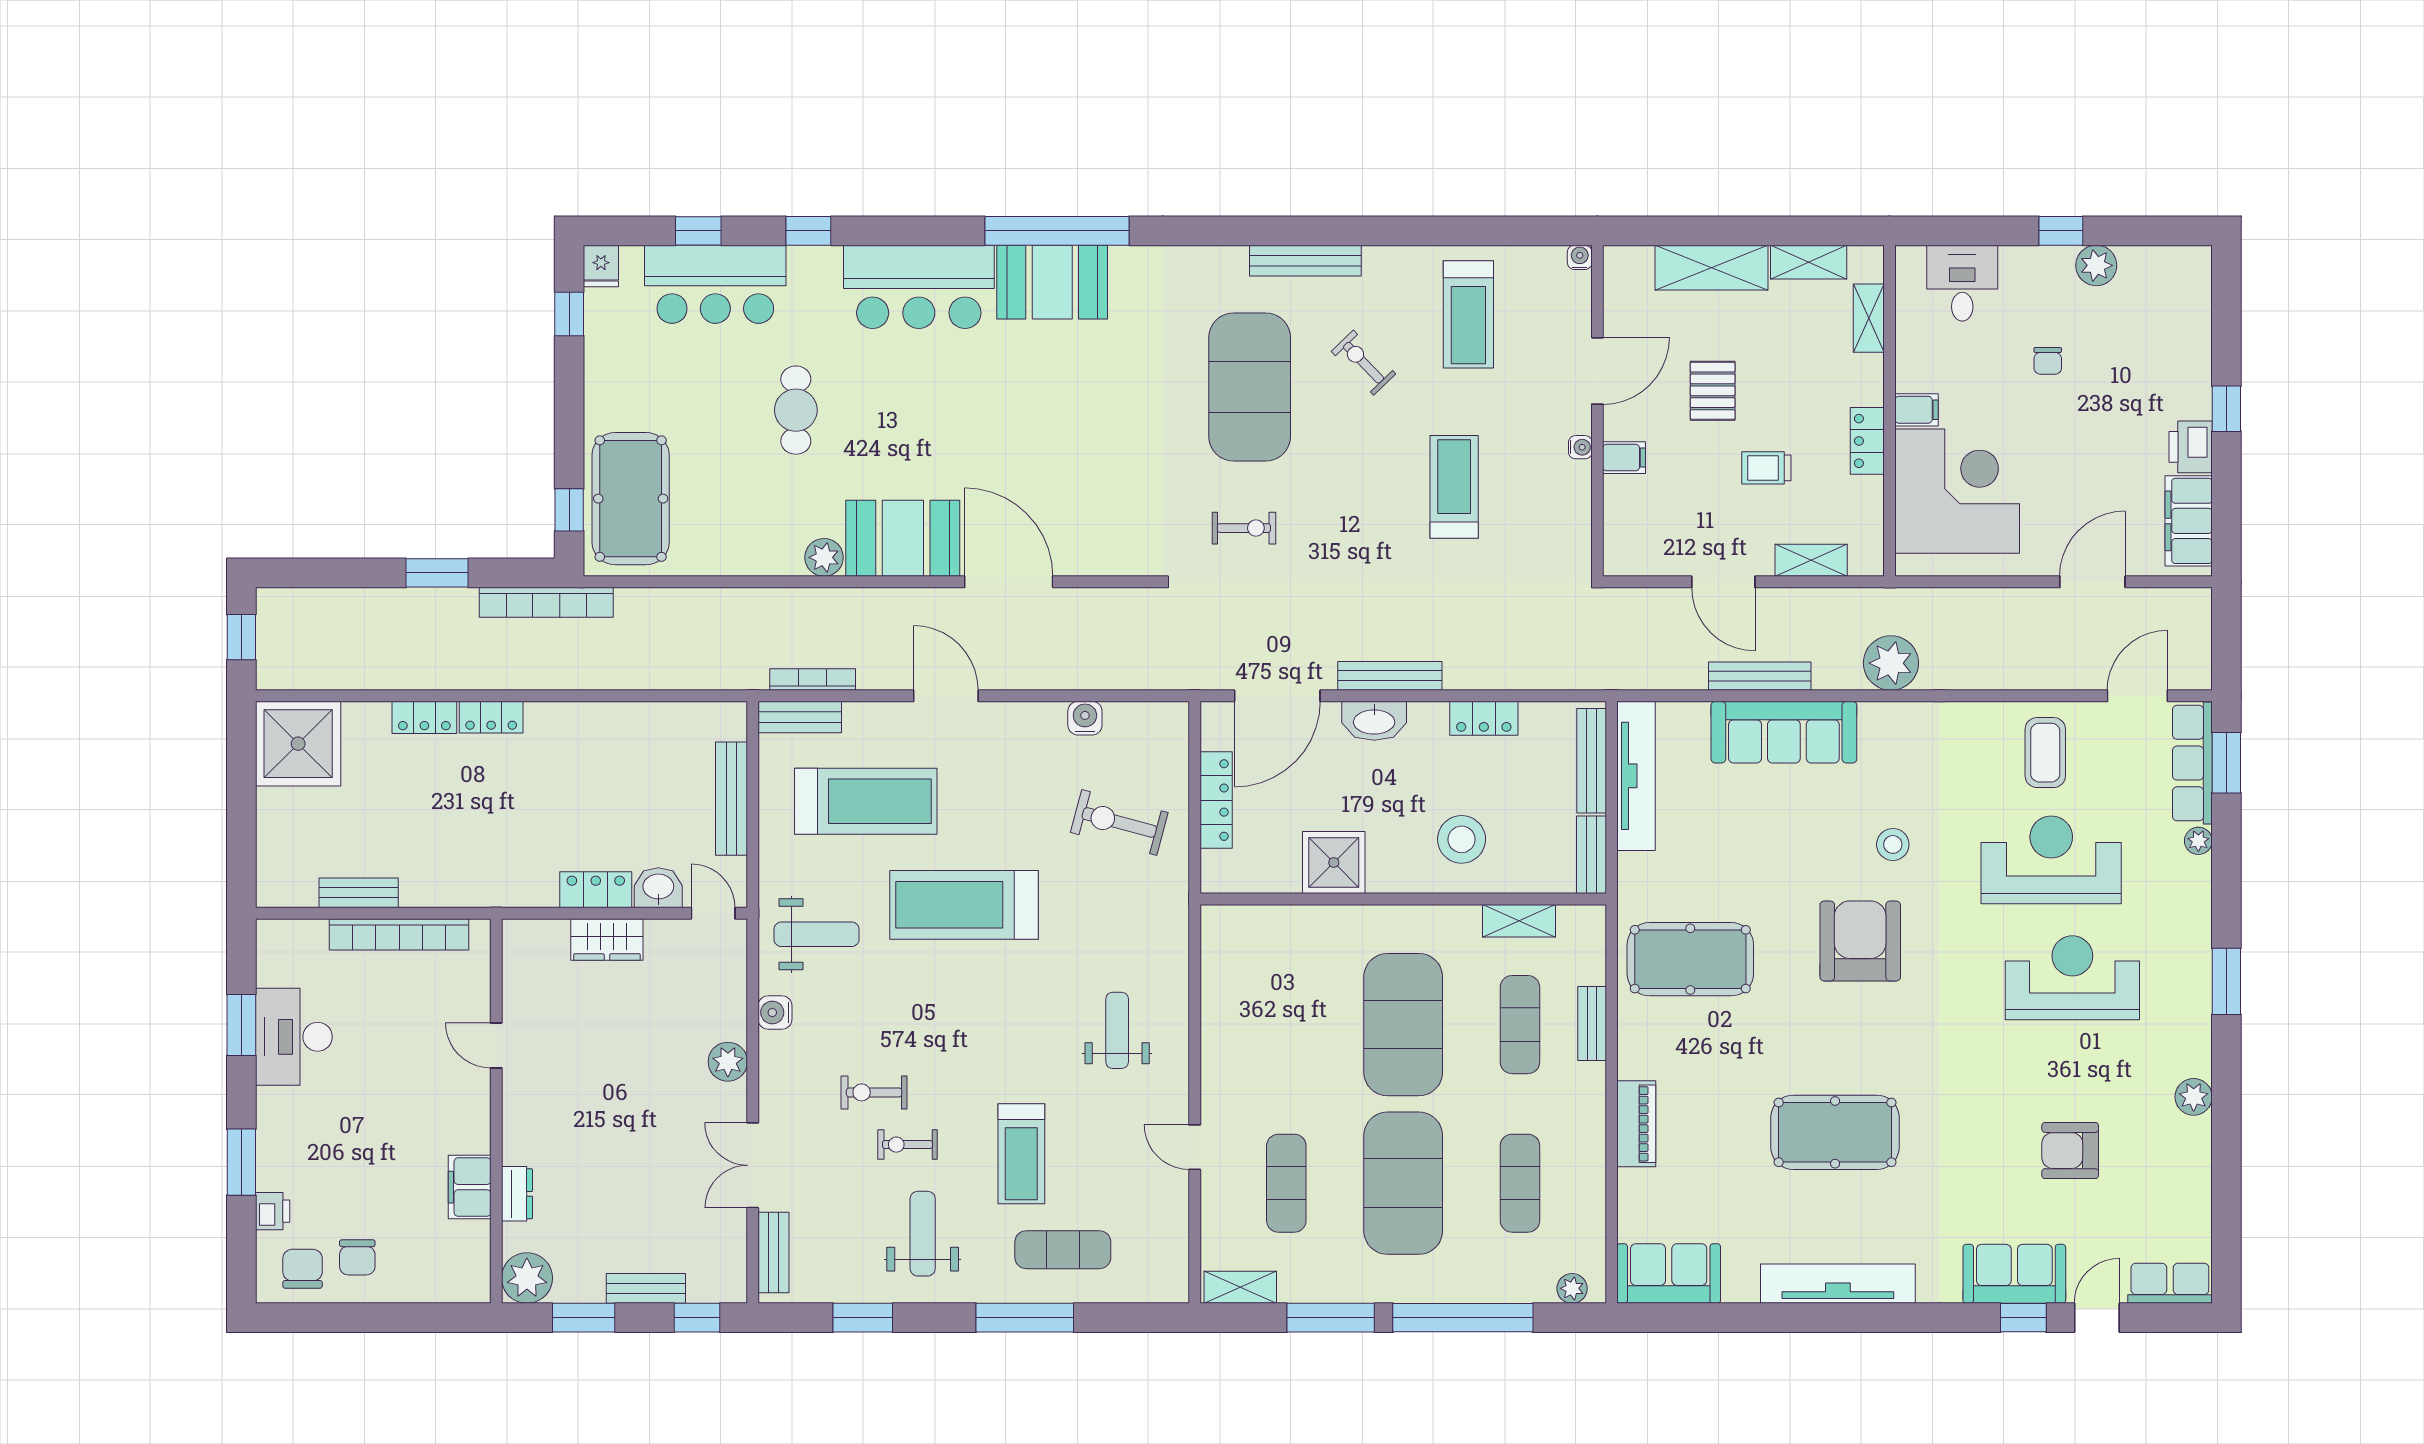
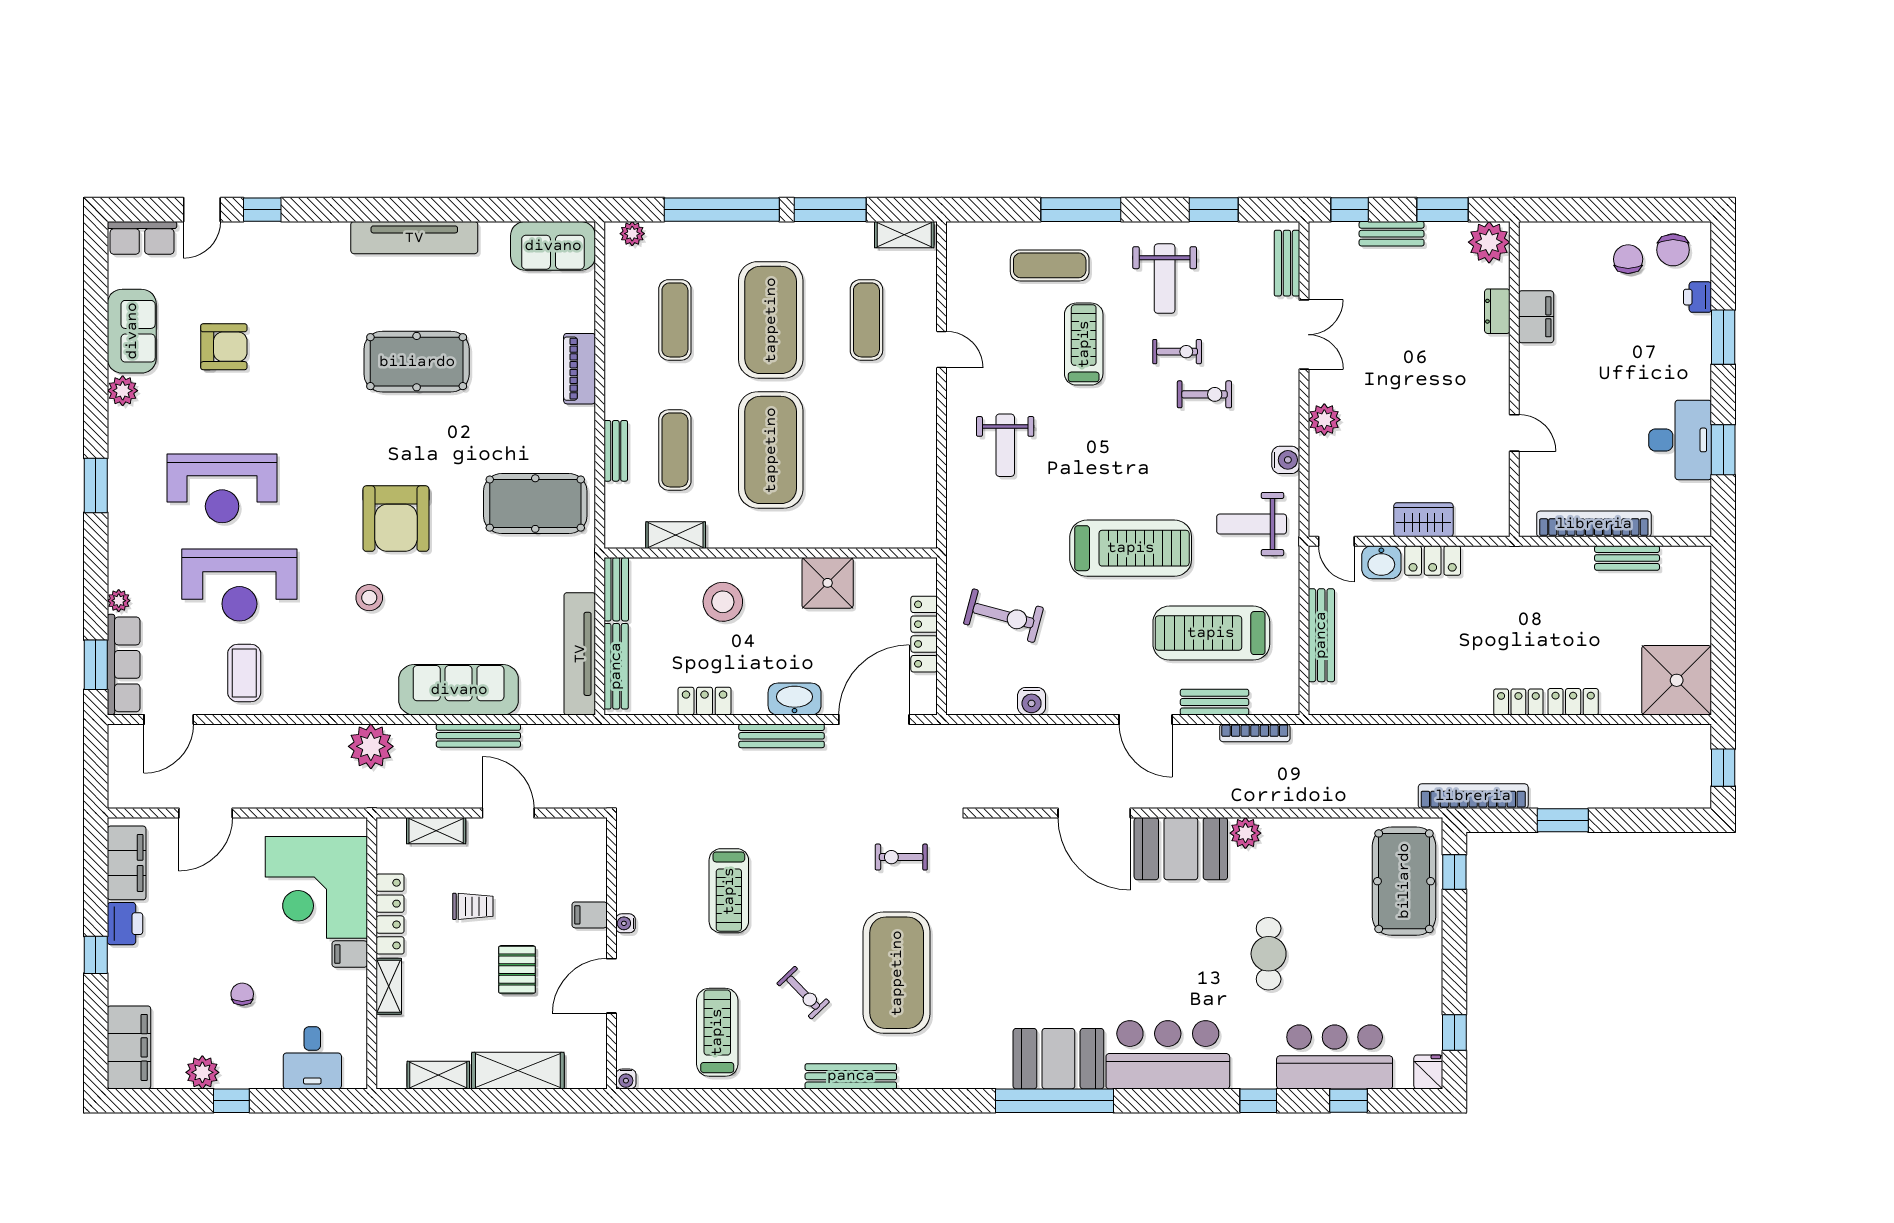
filing cabinet: (2186, 296) -> (129, 1047), added
shelving: (1869, 318) -> (389, 986), moved
locker: (1867, 441) -> (390, 914), width x1.53
bench: (800, 717) -> (1215, 702), moved
sofa: (2014, 1274) -> (132, 331), moved, turned -90

